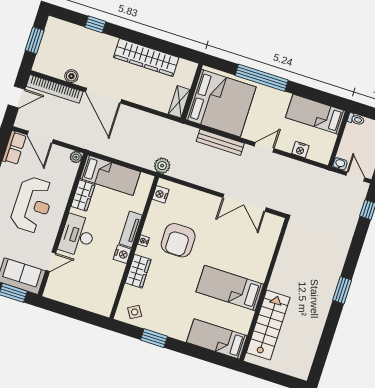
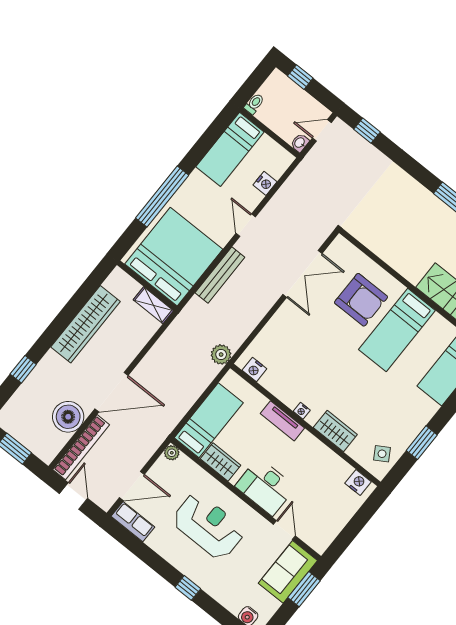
boiler: (71, 76) -> (68, 417), width x1.86, depth x1.86
armchair: (178, 240) -> (361, 300), moved
nightstand: (122, 254) -> (358, 482), moved

